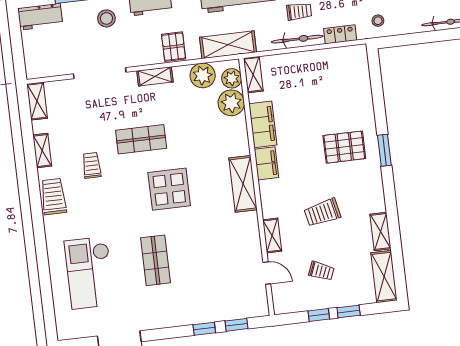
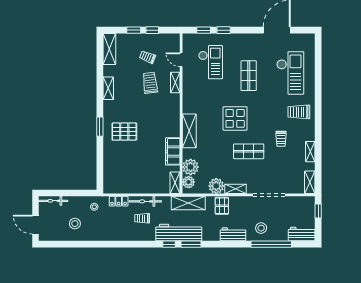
window: (18, 57) -> (318, 211), added
plant: (203, 75) -> (216, 186), moved
filing cabinet: (266, 163) -> (173, 127), removed
shelving: (243, 184) -> (189, 131), moved
trolley: (53, 197) -> (299, 112), moved, turned 90
trolley: (322, 213) -> (150, 83), moved, turned -85
shelving: (380, 232) -> (108, 88), moved
checkout: (219, 275) -> (211, 62), added

